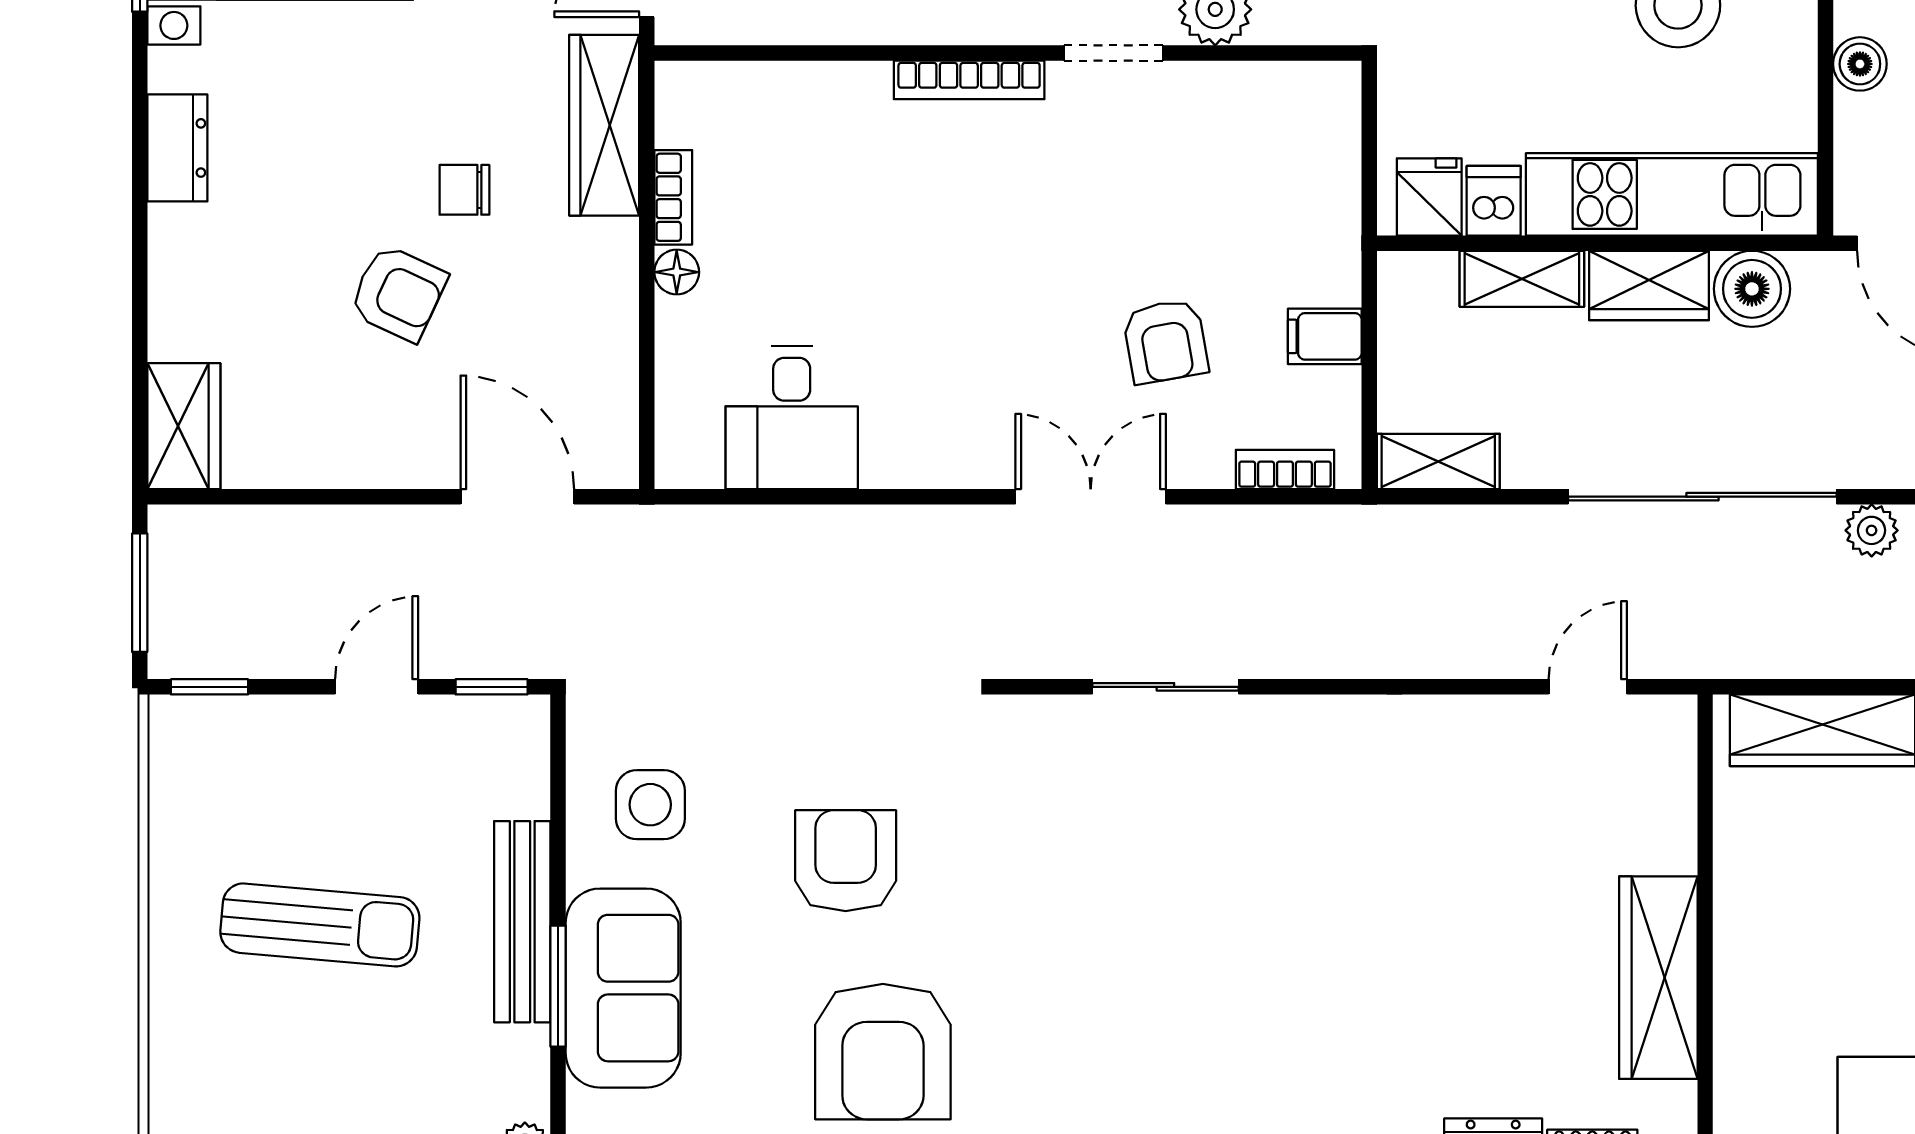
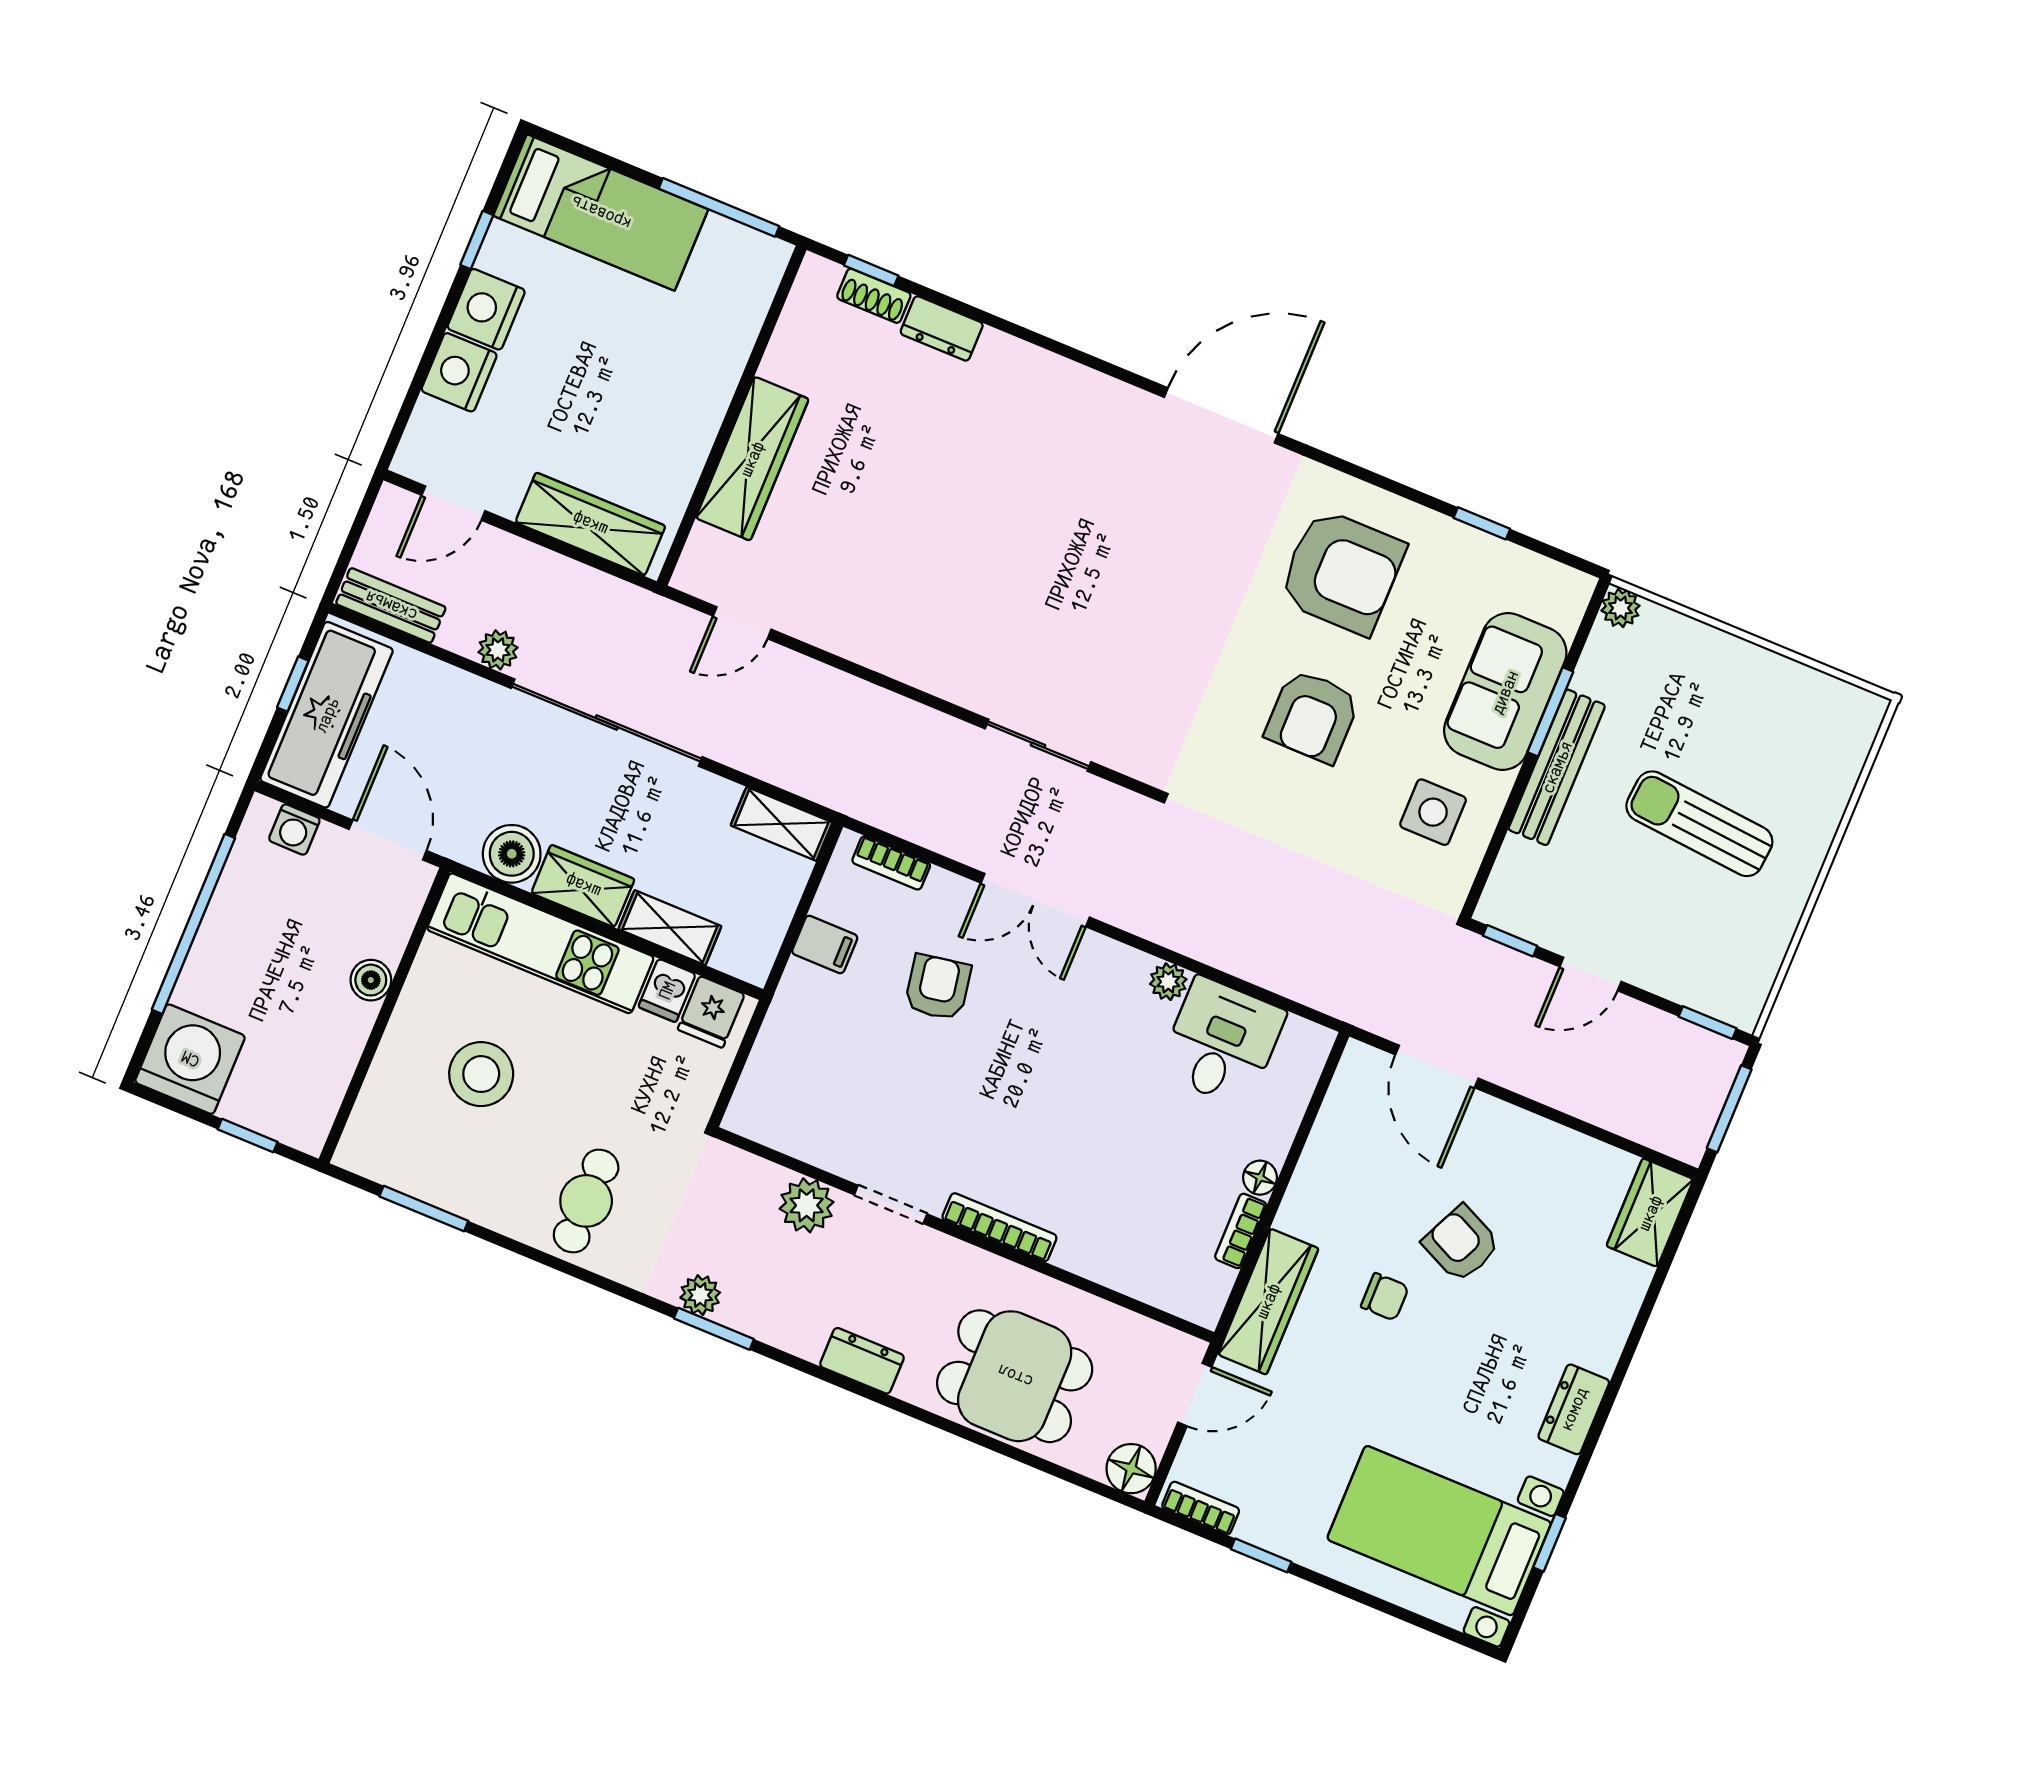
plant: (887, 465) -> (1168, 982), added
wardrobe: (1658, 978) -> (752, 459), moved
armchair: (883, 1052) -> (1342, 572), turned 90

